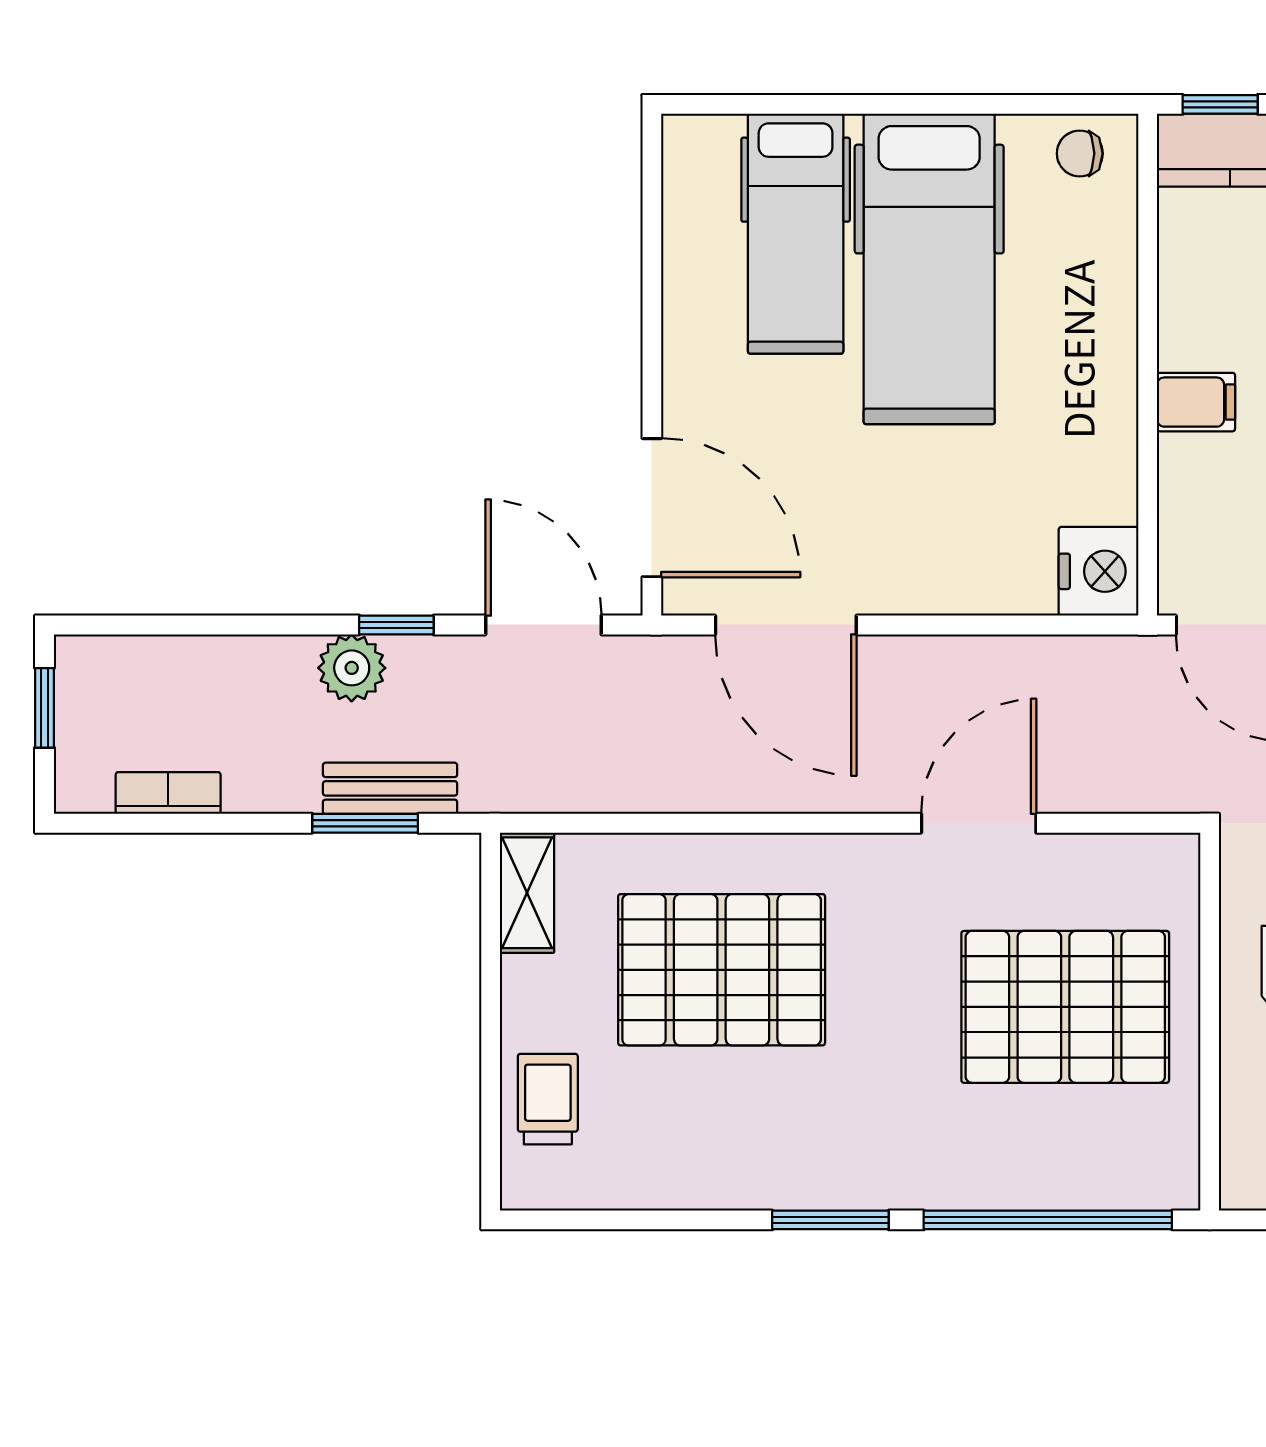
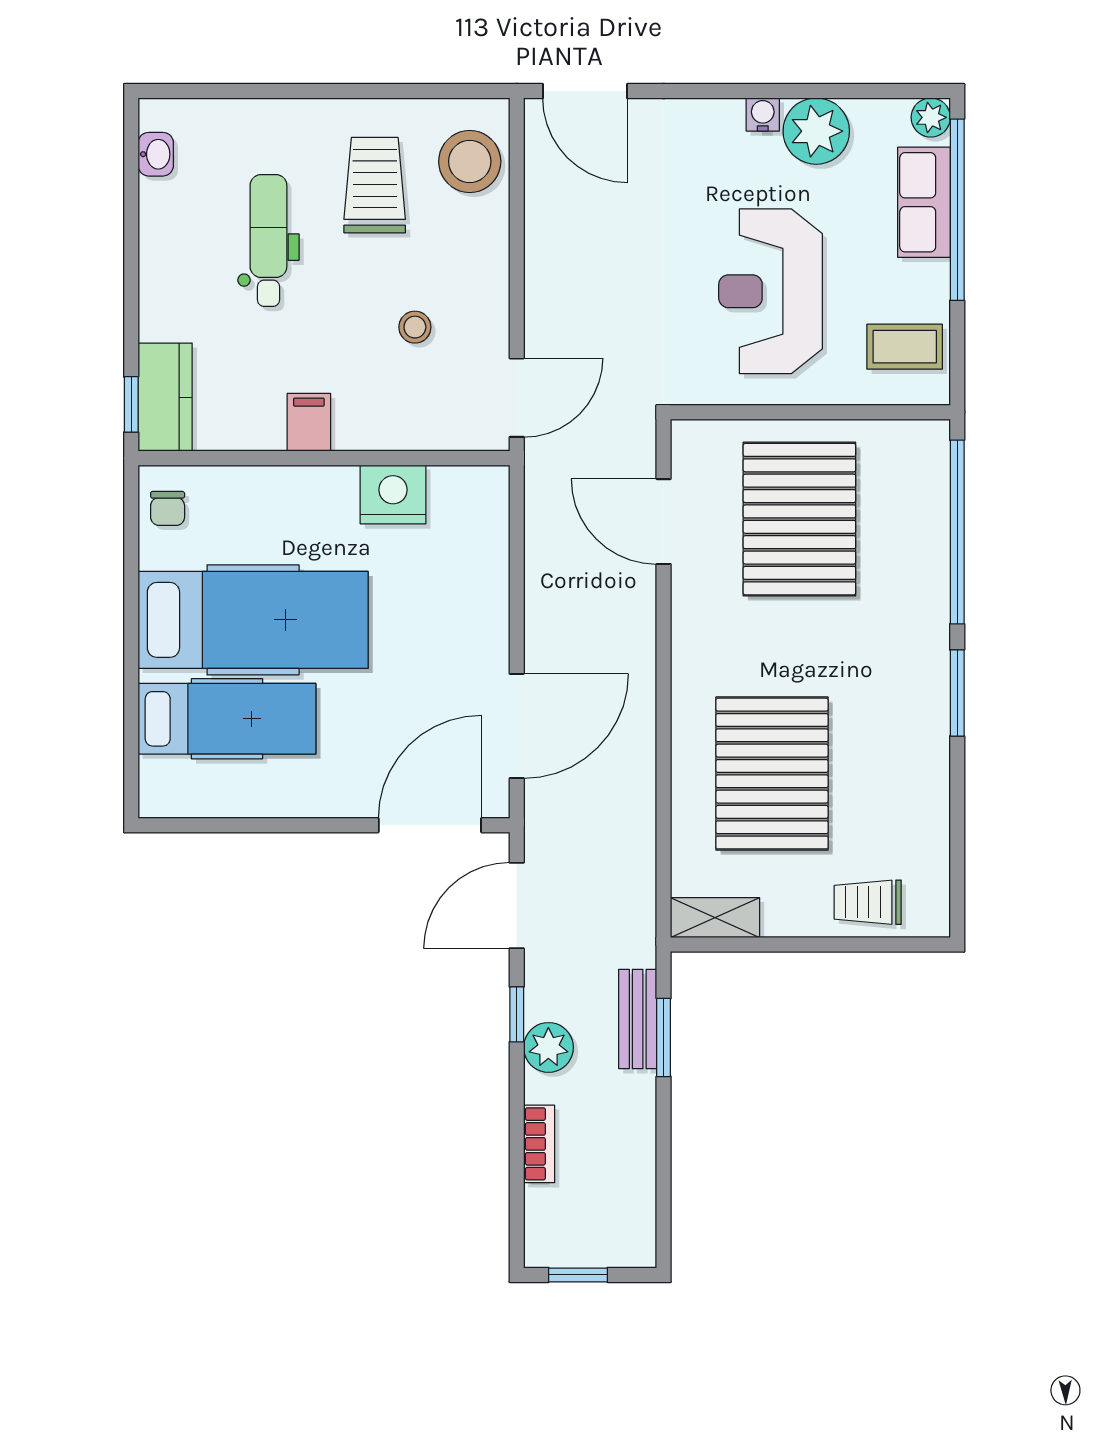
filing cabinet: (1196, 402) -> (309, 422), moved
nightstand: (1099, 571) -> (393, 494), moved
bookcase: (168, 793) -> (539, 1144), moved, turned 180
door: (979, 823) -> (664, 522), moved

